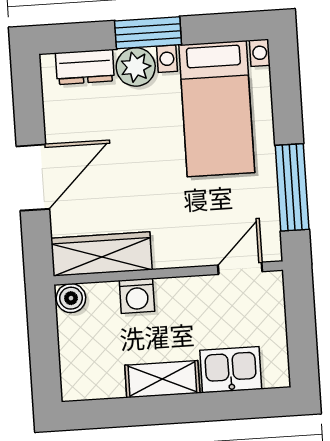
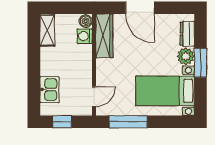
door: (240, 268) -> (94, 97), hinge flipped
washing machine: (137, 296) -> (85, 36), moved
window: (302, 336) -> (62, 122), added
shelving: (162, 379) -> (47, 30), moved

